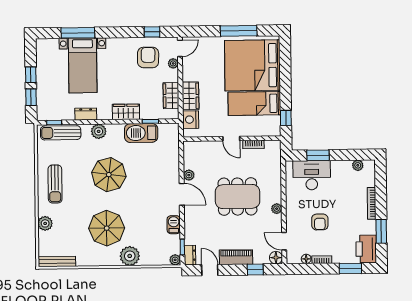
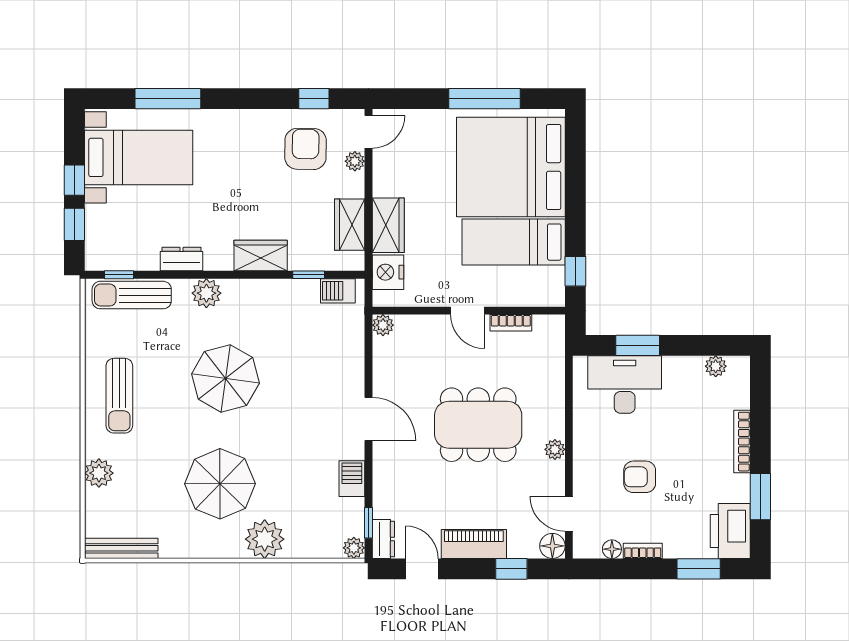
bed with nightstands: (83, 65) -> (139, 157), moved, turned -90
barbecue: (141, 133) -> (338, 291), moved, width x0.53, depth x0.65
plant: (189, 175) -> (383, 325), moved
armchair: (320, 222) -> (640, 477), turned 90

